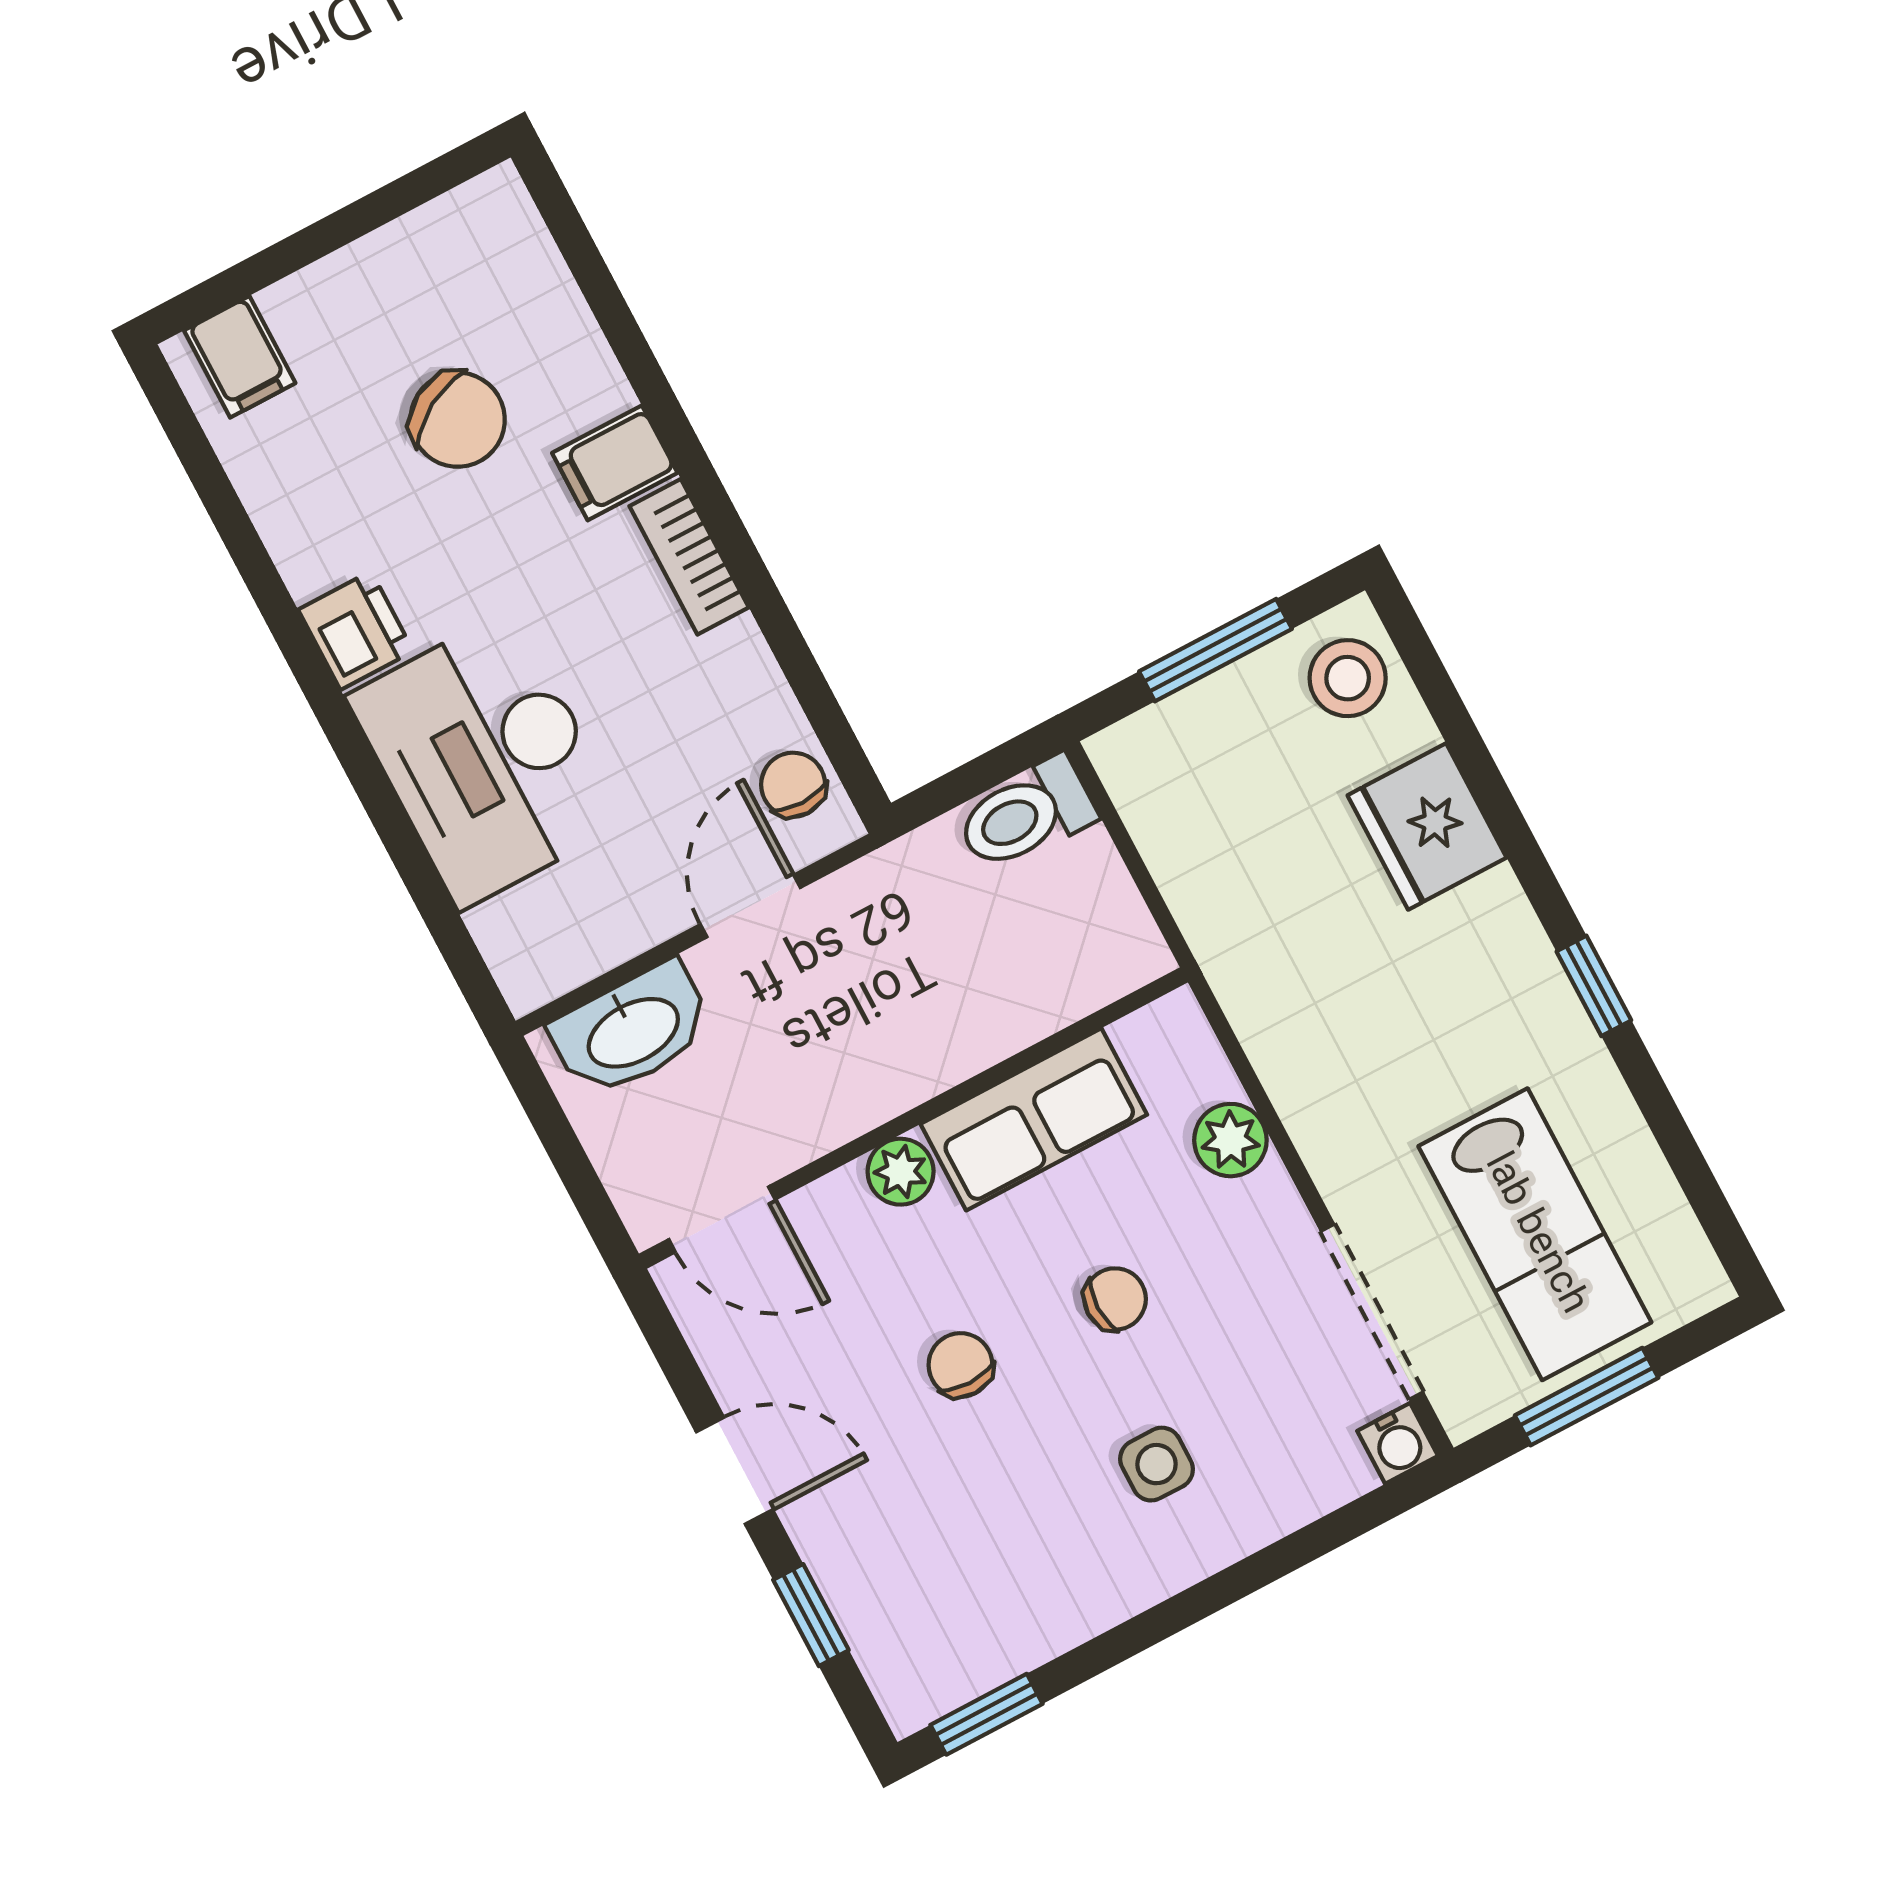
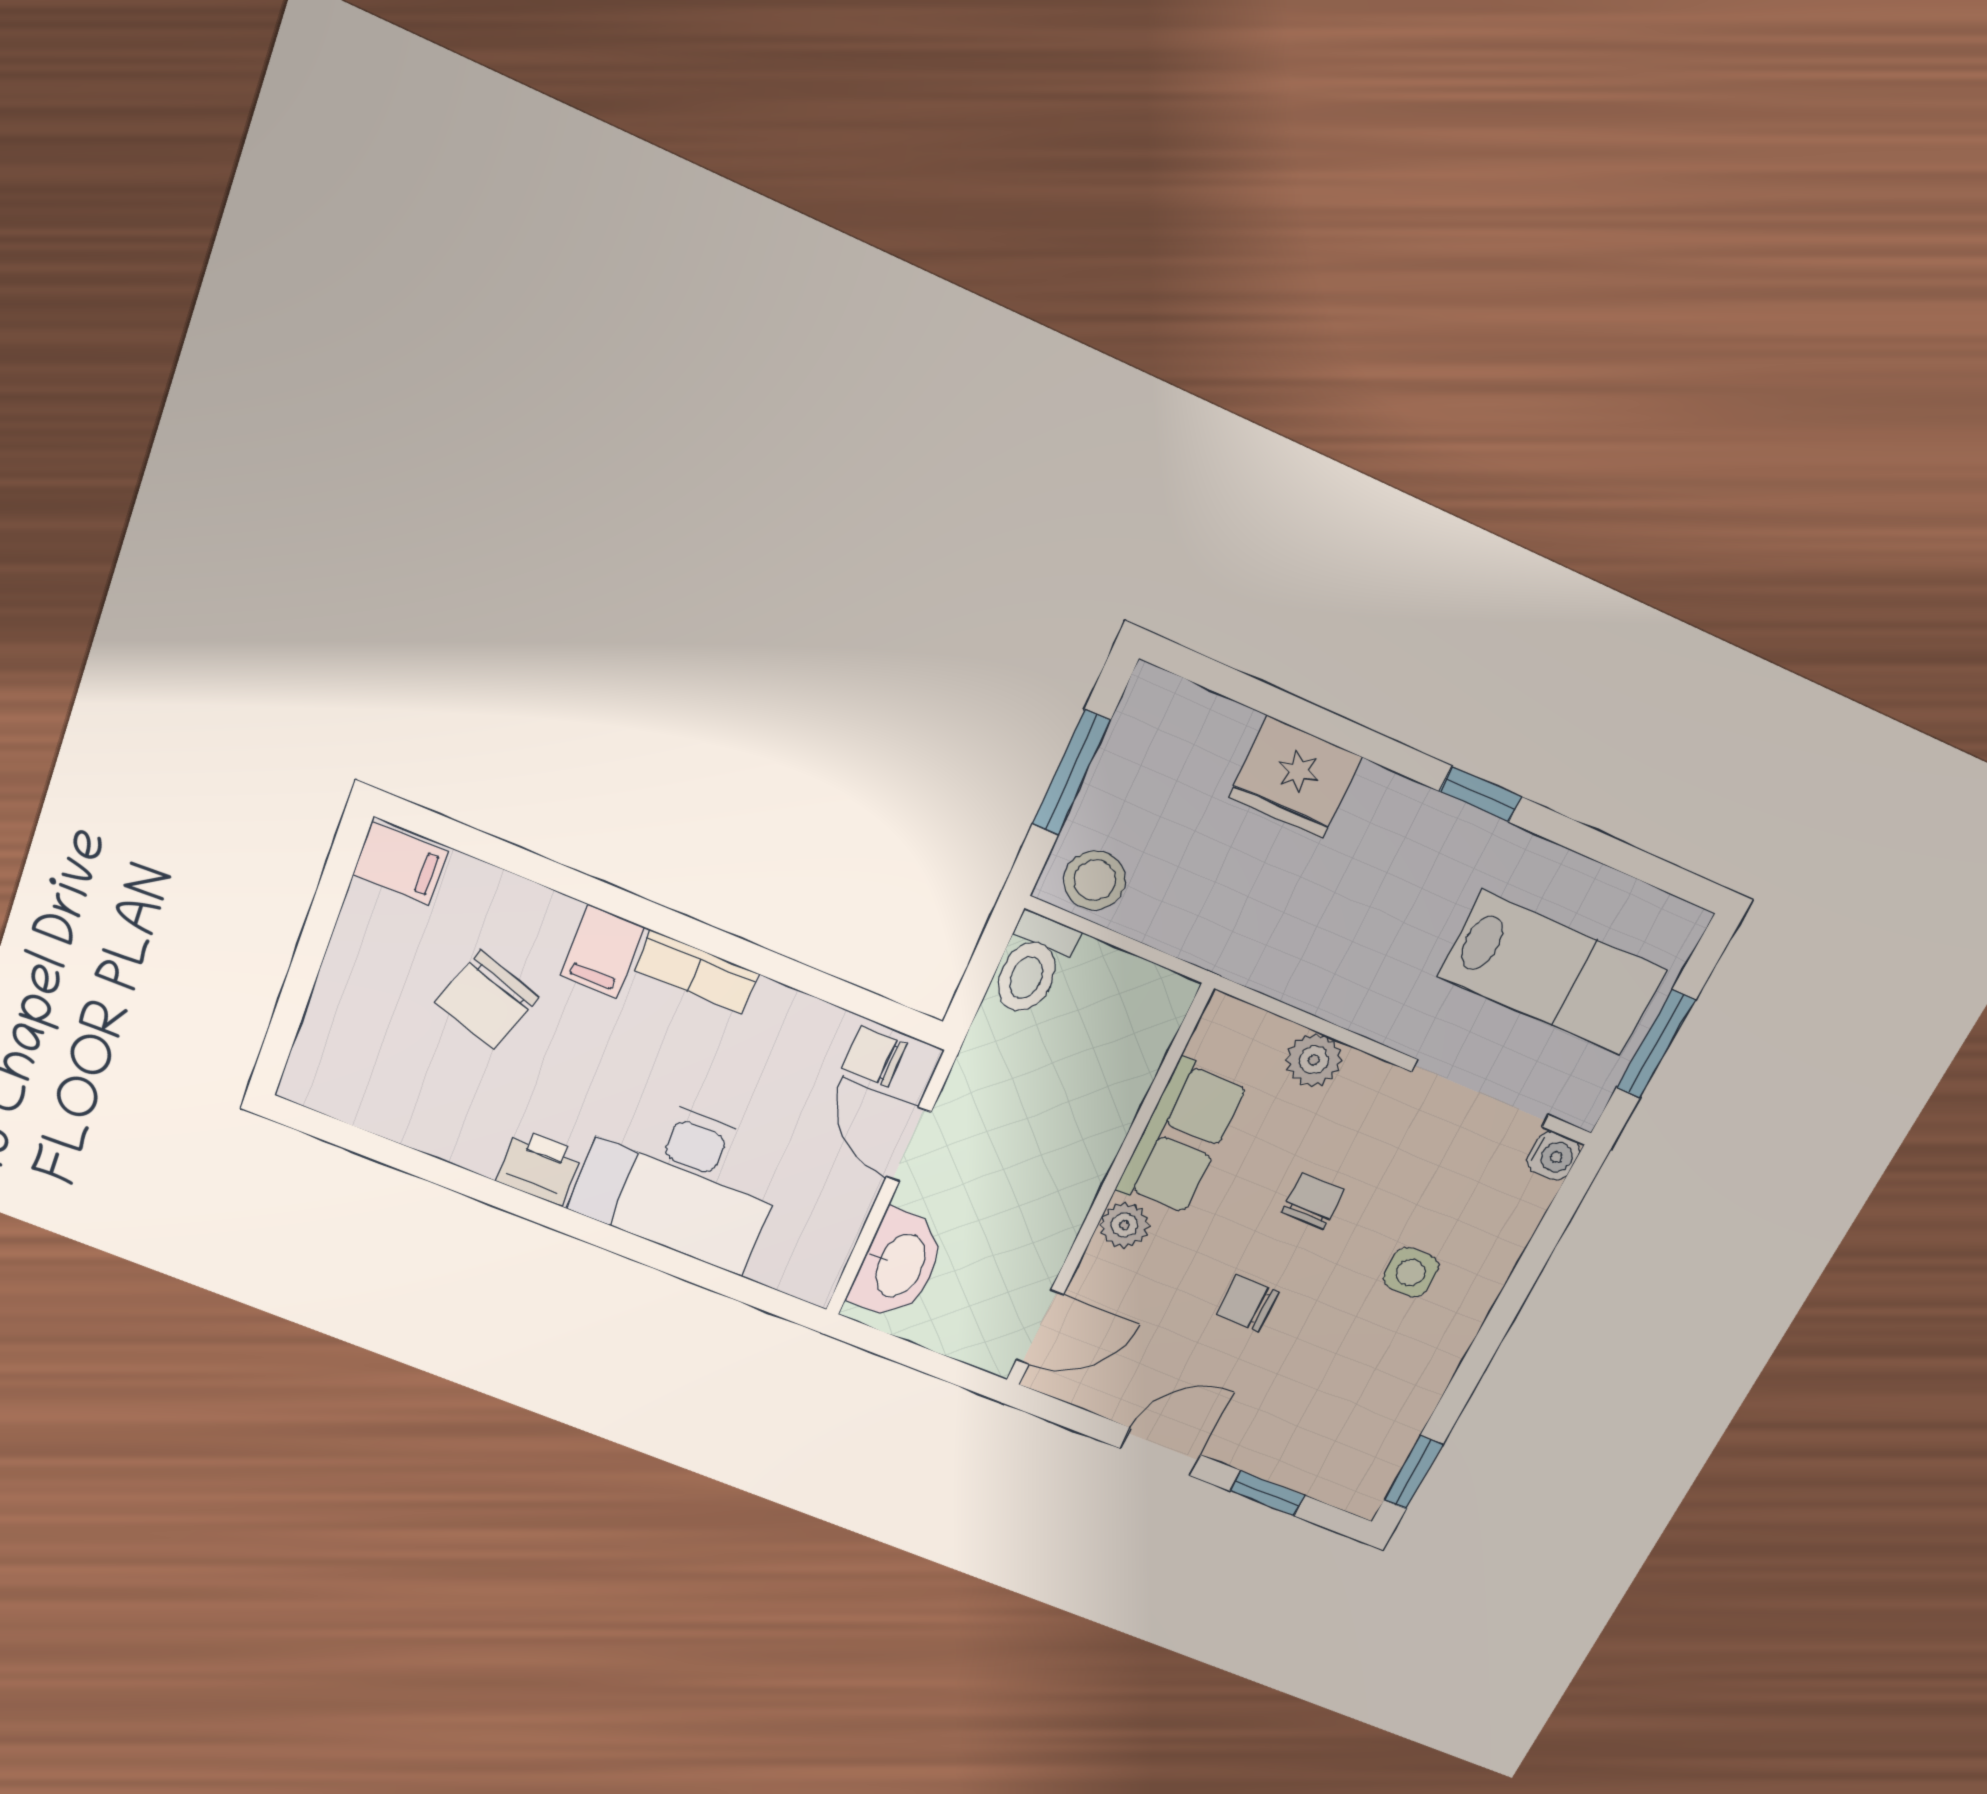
filing cabinet: (240, 357) -> (400, 863), moved
chair: (458, 420) -> (487, 1000), turned 139
stool: (1348, 678) -> (1095, 880), moved

